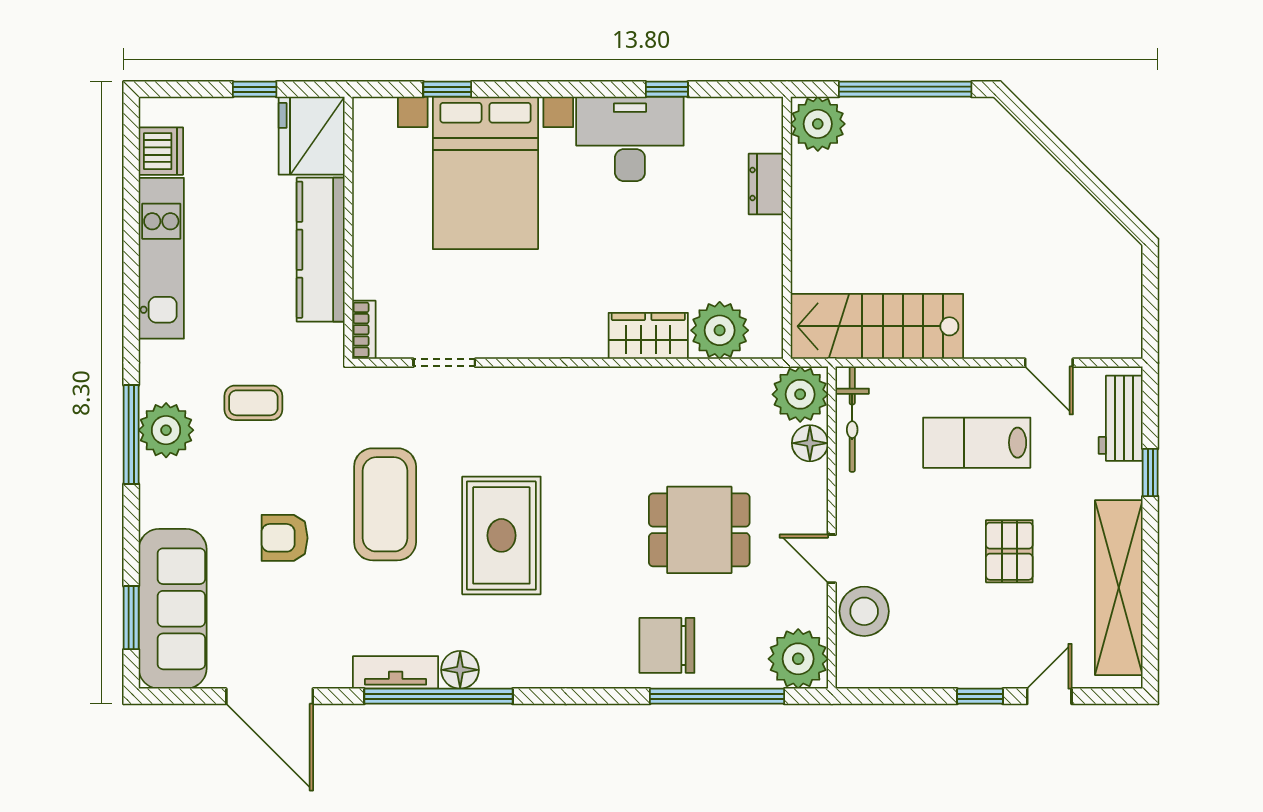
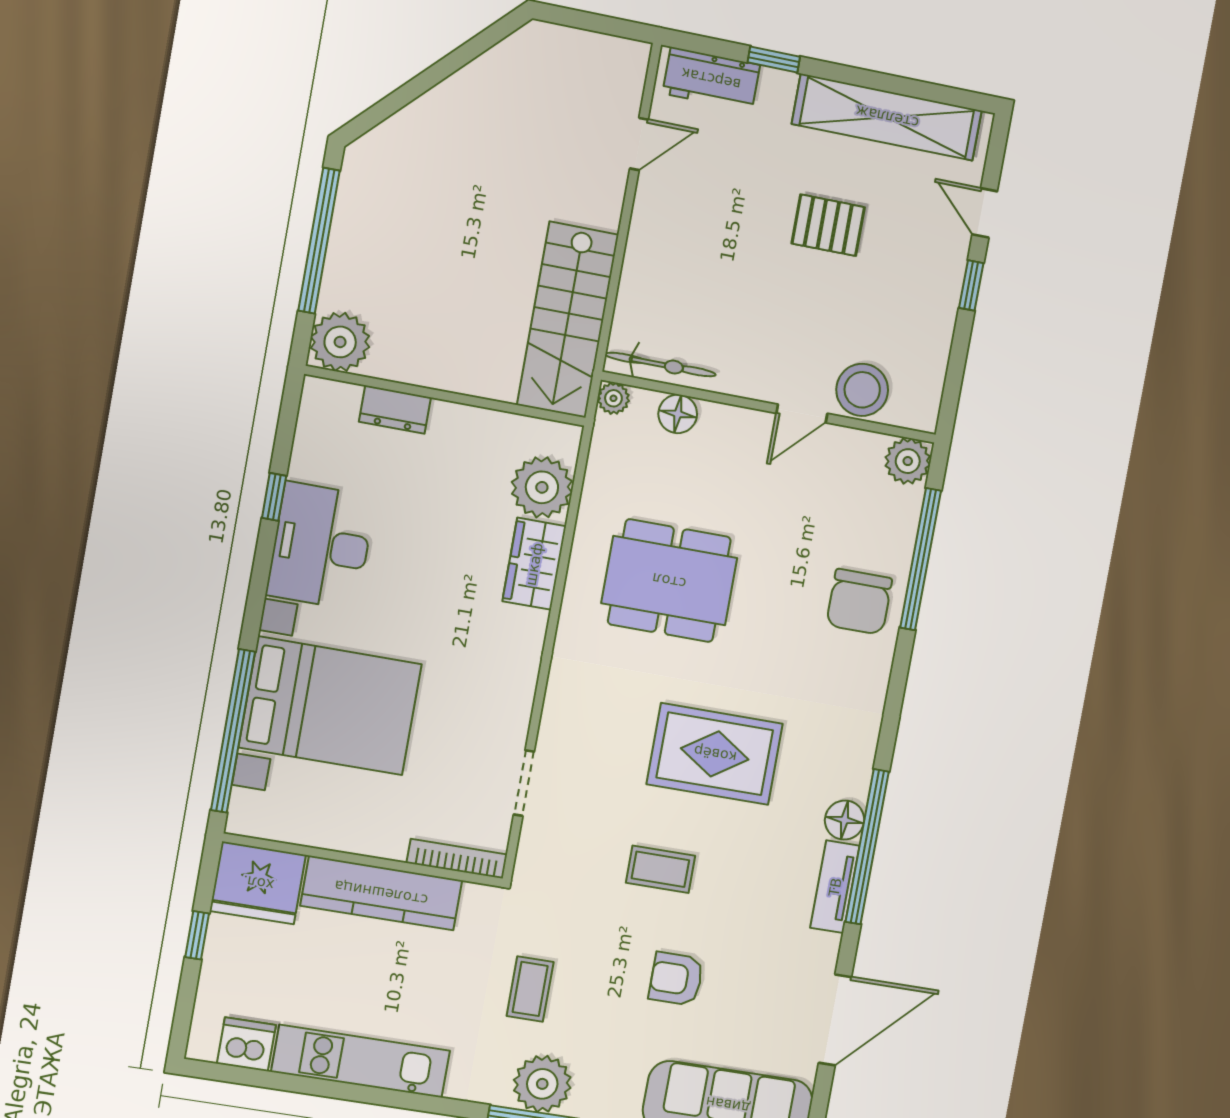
window: (447, 89) -> (233, 731), width x3.17
bookcase: (364, 330) -> (457, 859), width x1.56
plant: (800, 394) -> (613, 398), width x0.53, depth x0.53
lab bench: (977, 443) -> (709, 237), removed
coffee table: (385, 504) -> (660, 869), width x0.54, depth x0.58
dining table: (699, 530) -> (669, 581), moved, width x1.38
armchair: (285, 538) -> (676, 979), turned 90
plant: (798, 659) -> (908, 461), width x0.73, depth x0.73

